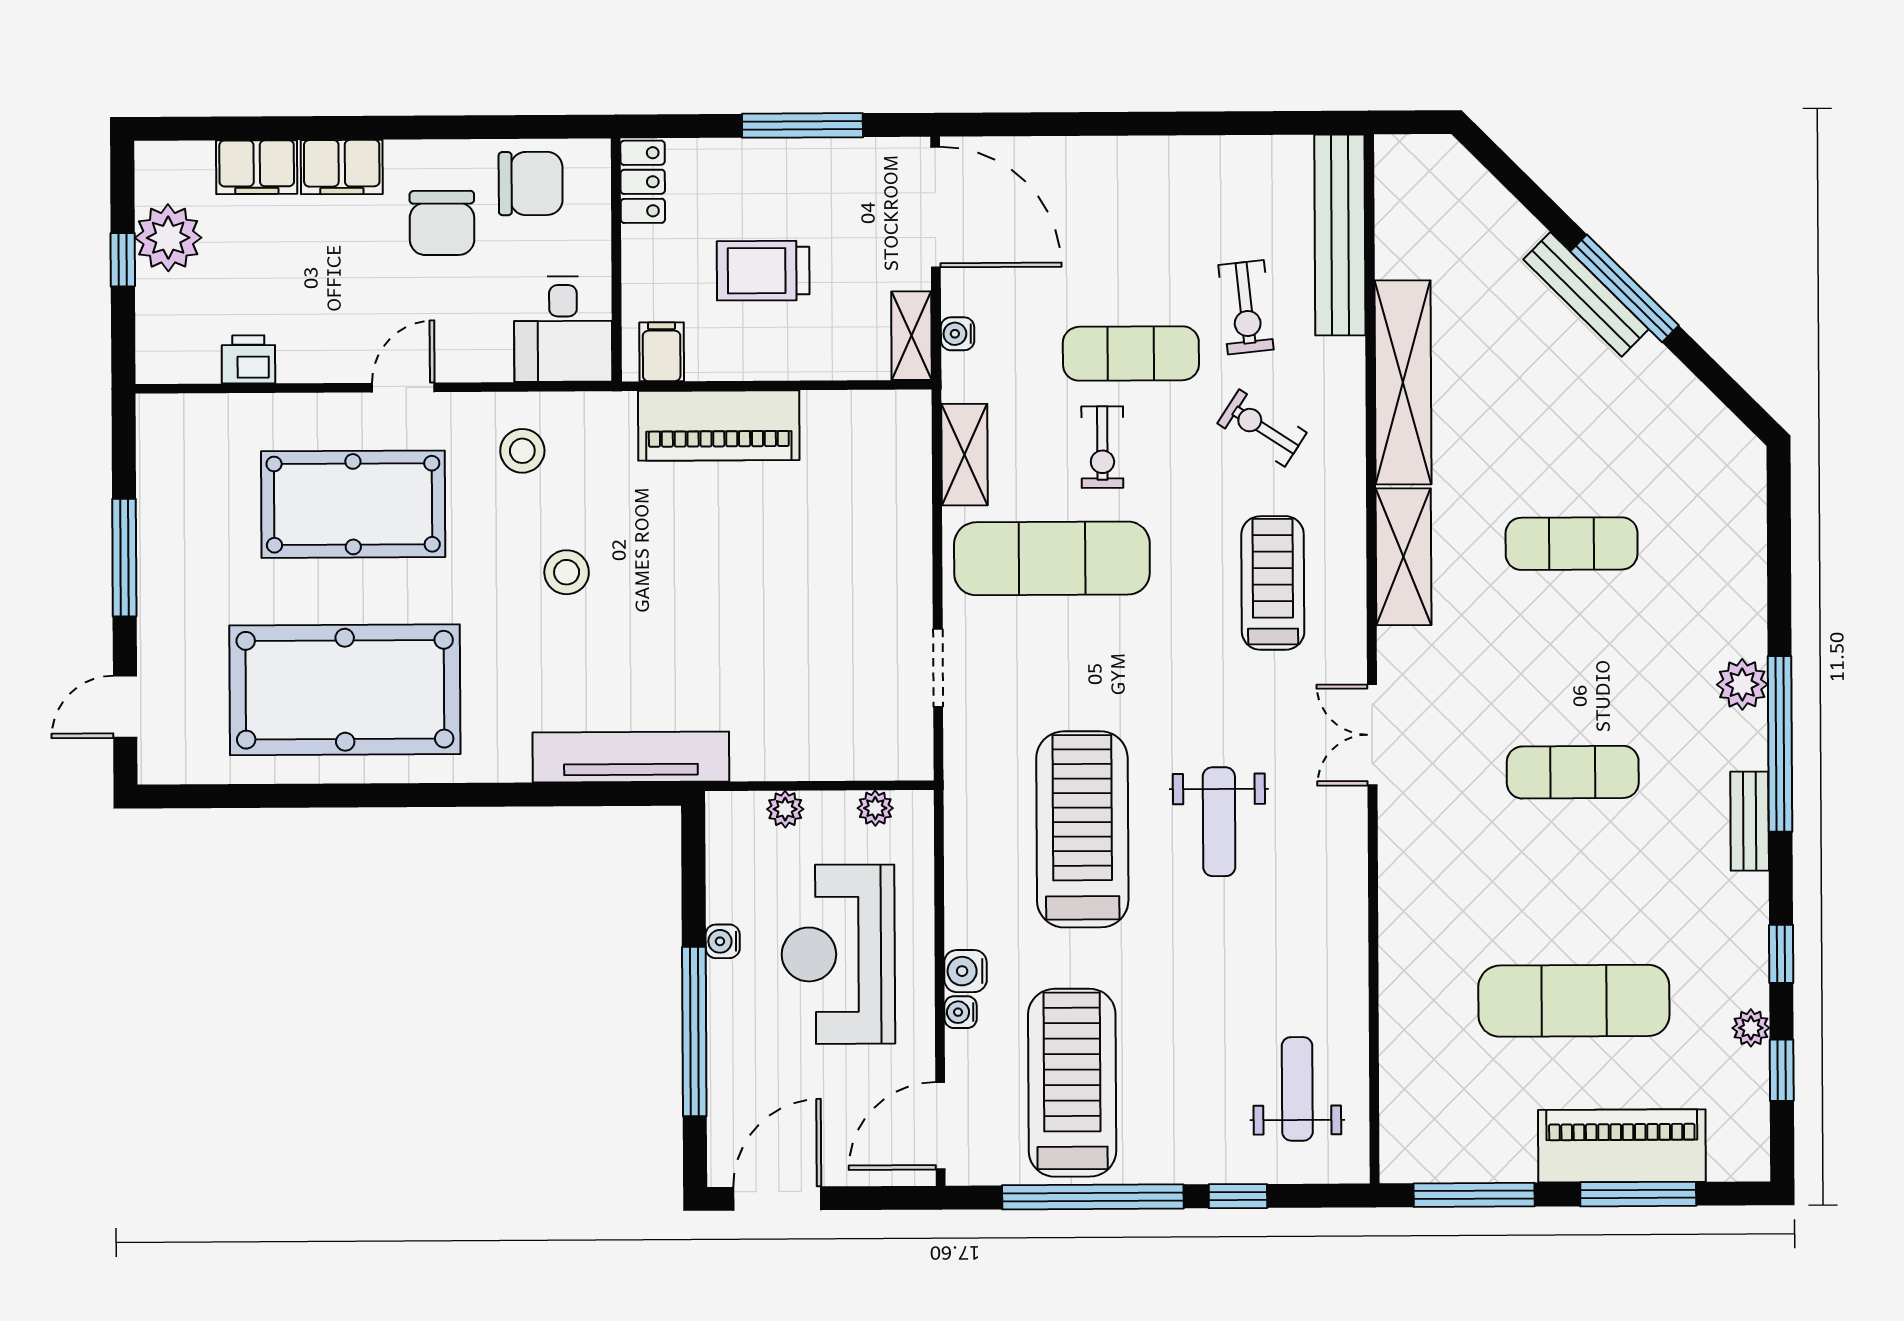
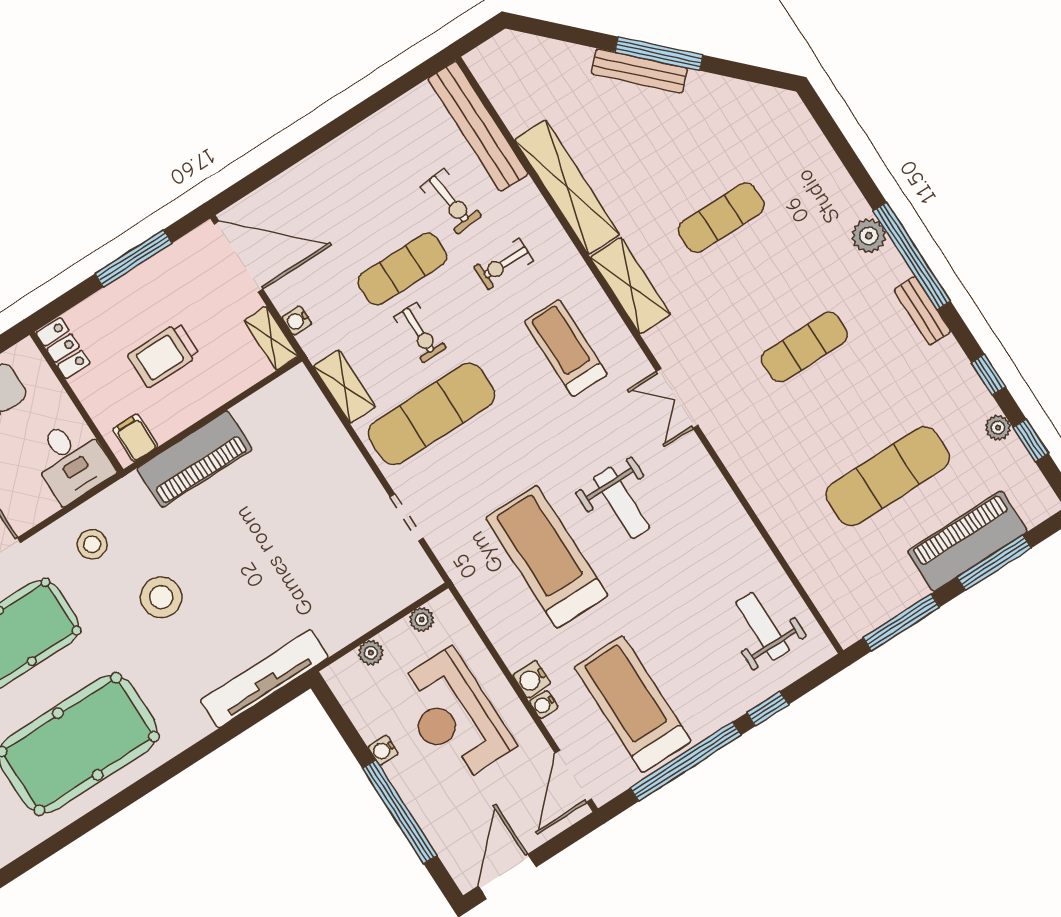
exercise bike: (1262, 428) -> (504, 264), turned -33
stool: (567, 572) -> (161, 597), width x1.38, depth x1.38

